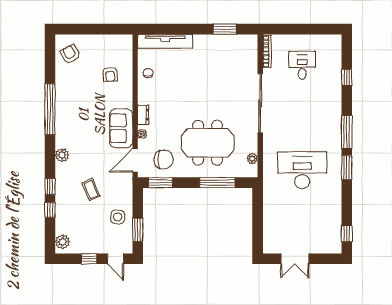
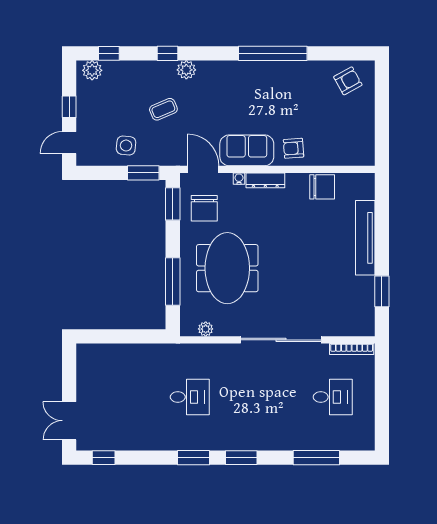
tv unit: (165, 41) -> (365, 238), moved
chair: (148, 73) -> (322, 187), width x1.87, depth x1.87
armchair: (110, 74) -> (294, 148), moved
window: (347, 77) -> (316, 458), width x2.17
dresser: (143, 115) -> (265, 180), width x1.44
window: (347, 132) -> (241, 458), width x0.69
plant: (62, 155) -> (186, 70), moved
desk: (302, 170) -> (190, 397), width x0.53, depth x0.77
window: (50, 210) -> (109, 53), moved
window: (138, 230) -> (143, 173), moved
double door: (295, 259) -> (69, 421), moved

